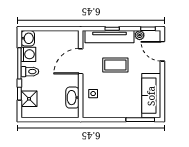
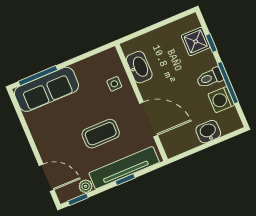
washbasin: (28, 38) -> (208, 132), moved, turned 90
door: (81, 61) -> (149, 119), hinge flipped
sofa: (151, 96) -> (46, 89), moved, turned 90

